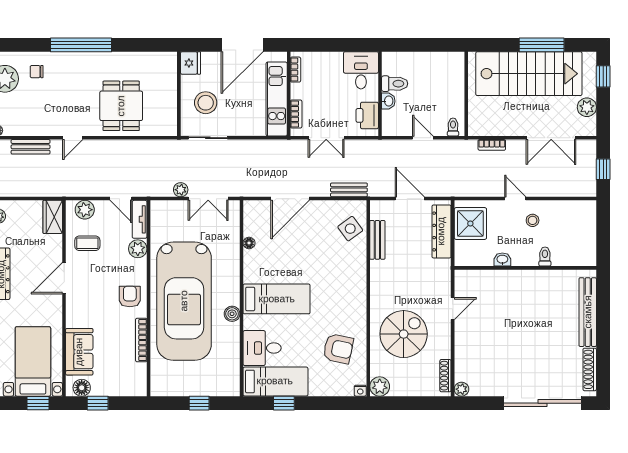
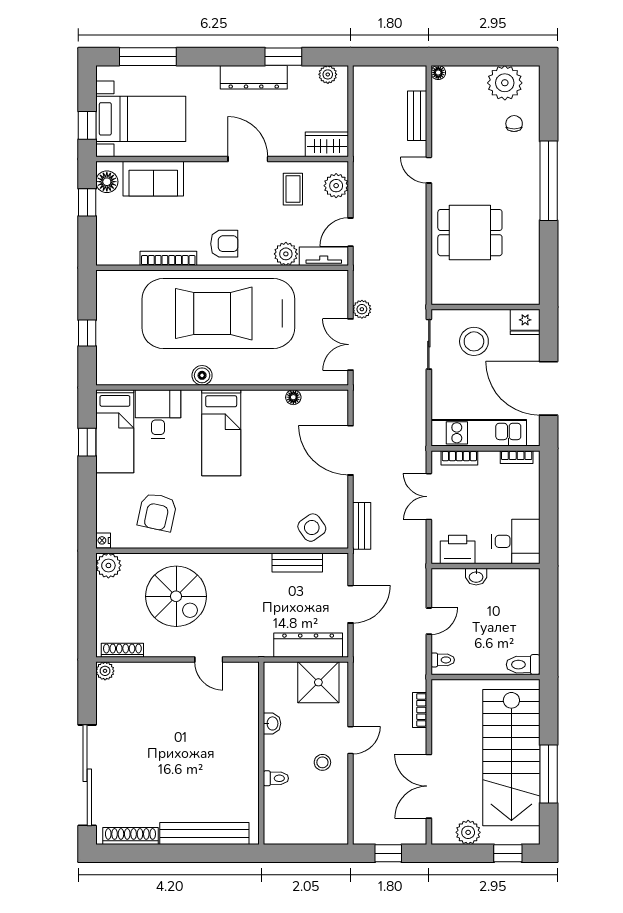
toilet: (395, 84) -> (523, 665), moved, turned 90

